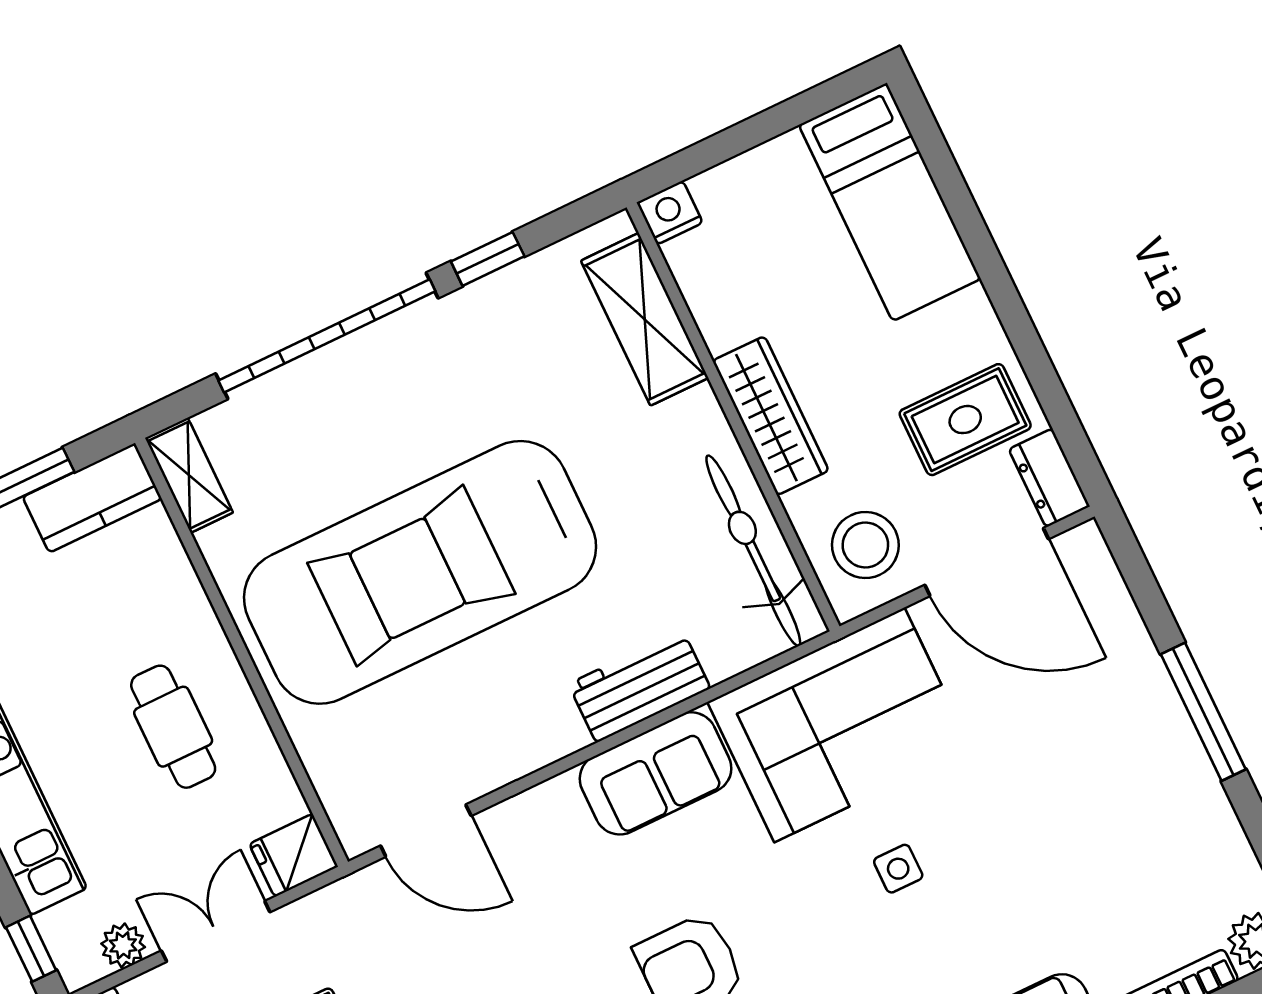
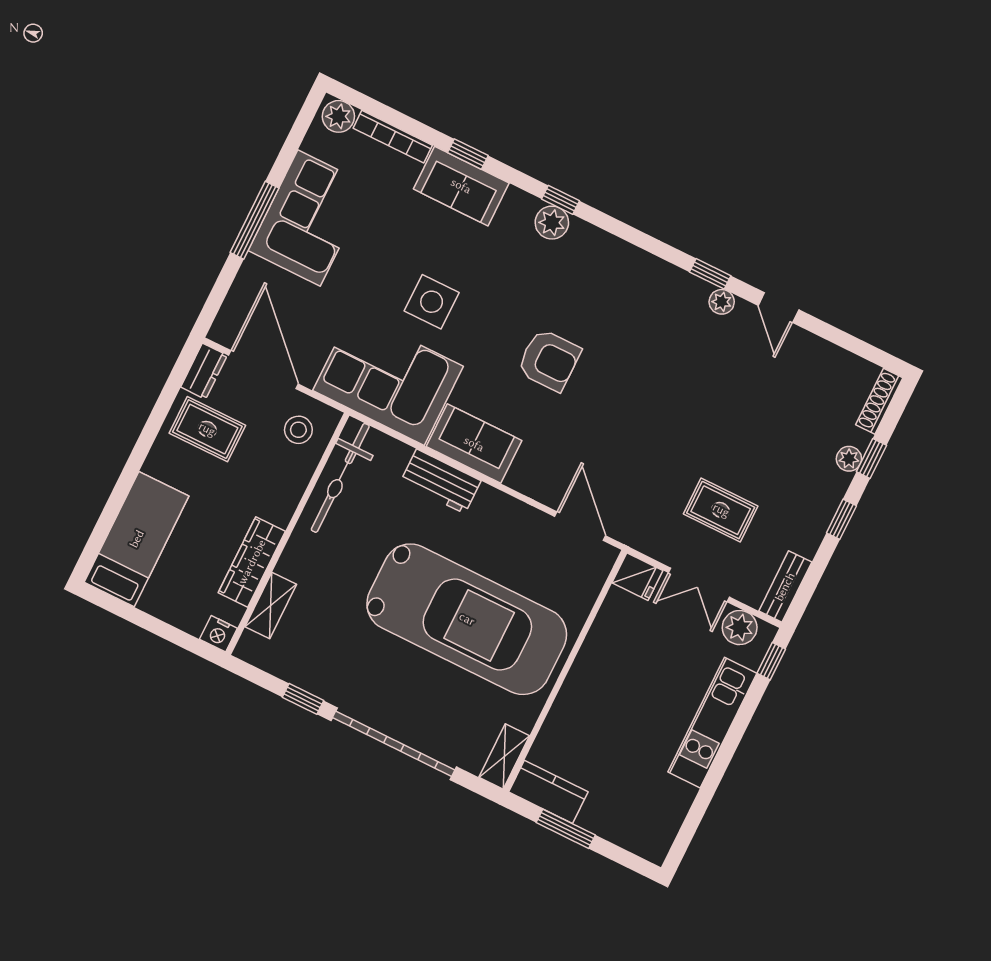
shelving: (645, 319) -> (271, 605), width x0.67, depth x0.75
wardrobe: (771, 416) -> (252, 562), moved
stool: (865, 545) -> (298, 430), width x0.73, depth x0.73
cafe table: (173, 727) -> (622, 676), removed
corner sofa: (1147, 790) -> (309, 218), added
side table: (898, 869) -> (432, 302), width x1.87, depth x1.87
plant: (123, 945) -> (740, 628), width x1.38, depth x1.38

